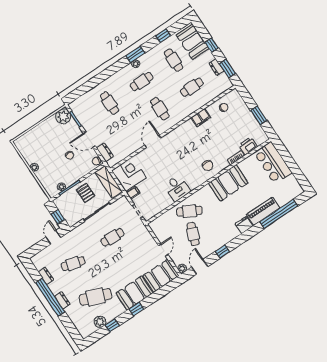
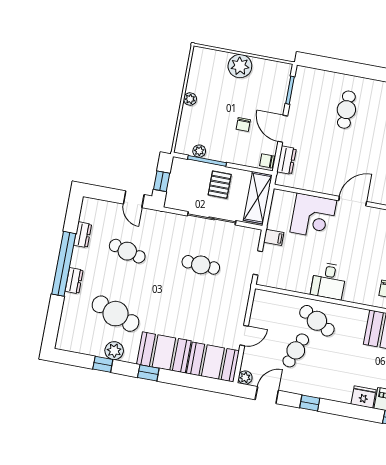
plant: (63, 116) -> (240, 66), moved
corner desk: (129, 174) -> (313, 216), moved, turned 90
door: (53, 237) -> (134, 199), swing flipped
plant: (100, 322) -> (114, 351), moved

